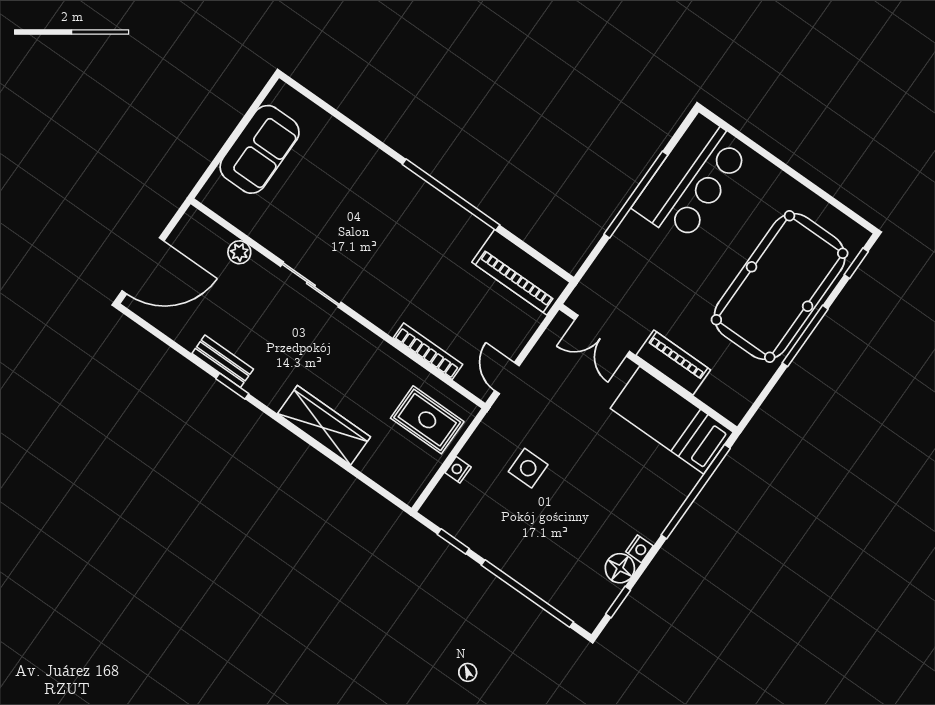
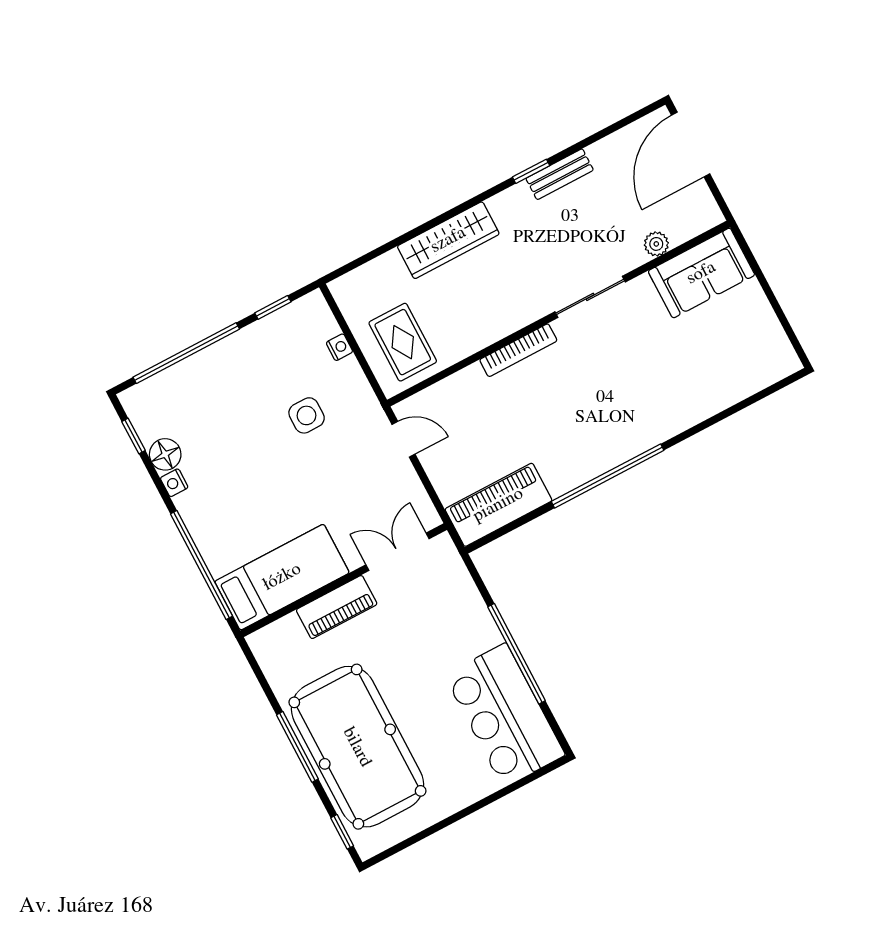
sofa: (260, 149) -> (701, 273), moved, turned -90
bookcase: (428, 351) -> (518, 350), moved
rug: (427, 420) -> (403, 342), turned 90

